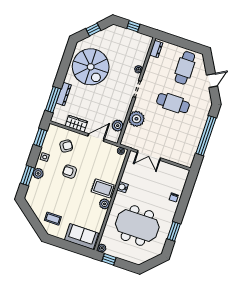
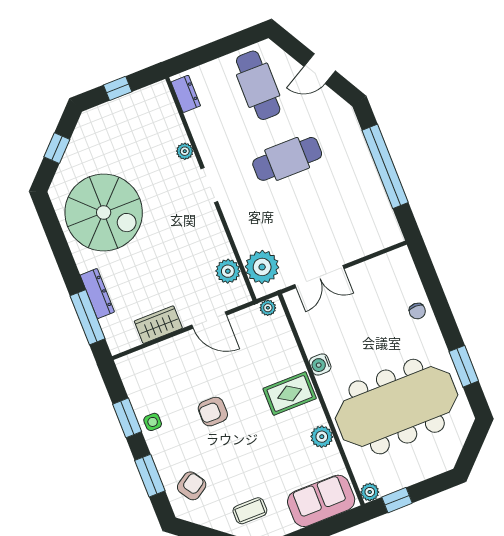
door: (212, 80) -> (320, 69), swing flipped
plant: (136, 119) -> (262, 267), moved
window: (40, 138) -> (127, 418), moved
door: (96, 138) -> (209, 320), swing flipped
armchair: (66, 146) -> (192, 486), moved
plant: (38, 173) -> (164, 458), removed
plant: (105, 204) -> (322, 437), moved
meeting table: (137, 226) -> (397, 407), width x1.36

